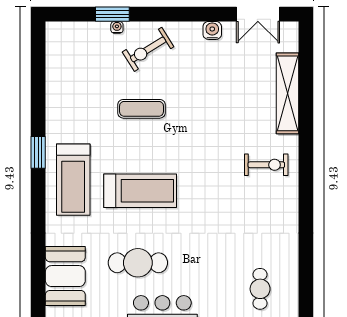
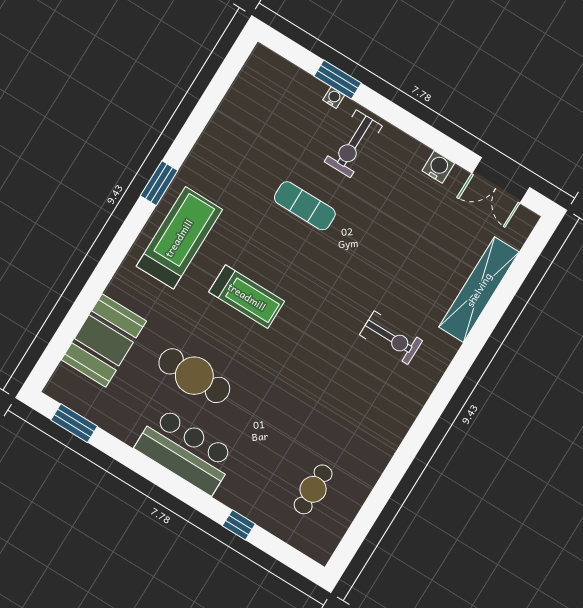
exercise bike: (148, 49) -> (353, 144), turned -58
exercise bike: (266, 165) -> (391, 338), moved
treadmill: (73, 180) -> (179, 238), turned 180
treadmill: (140, 191) -> (247, 297), width x0.73, depth x0.73

